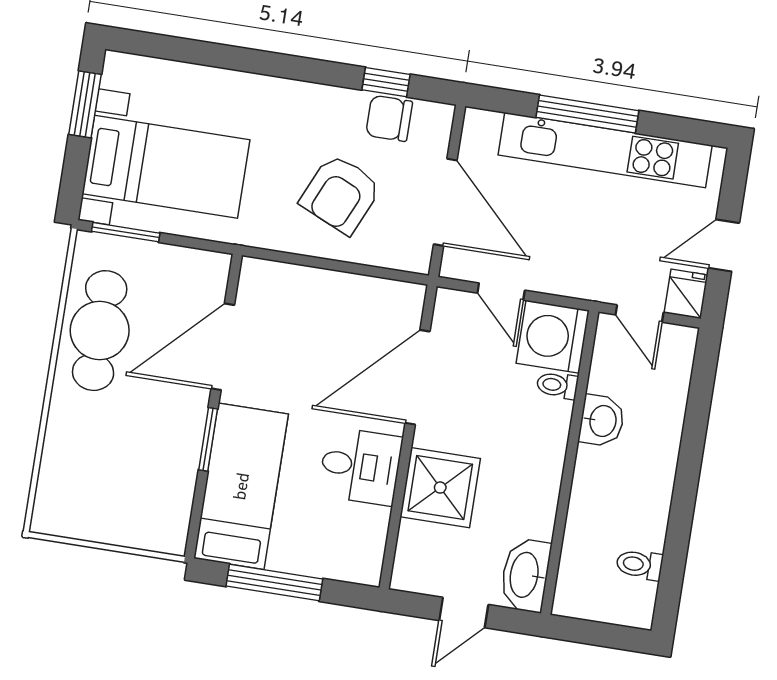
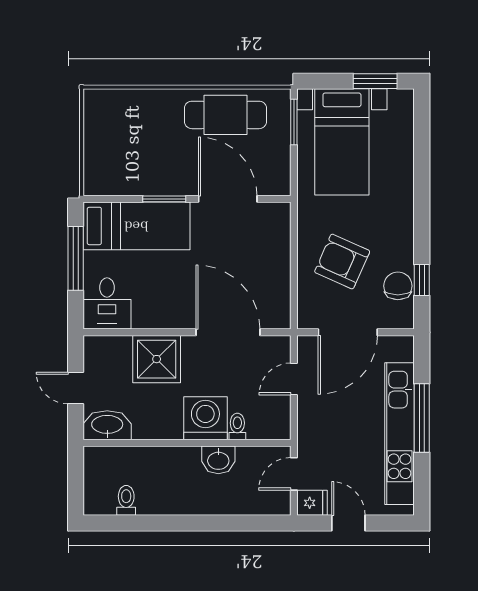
washing machine: (553, 337) -> (205, 418), moved
desk: (360, 466) -> (107, 303), moved

